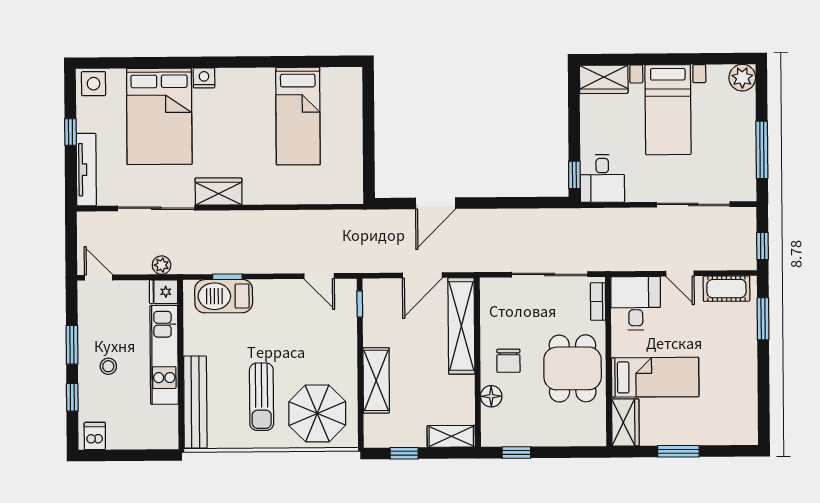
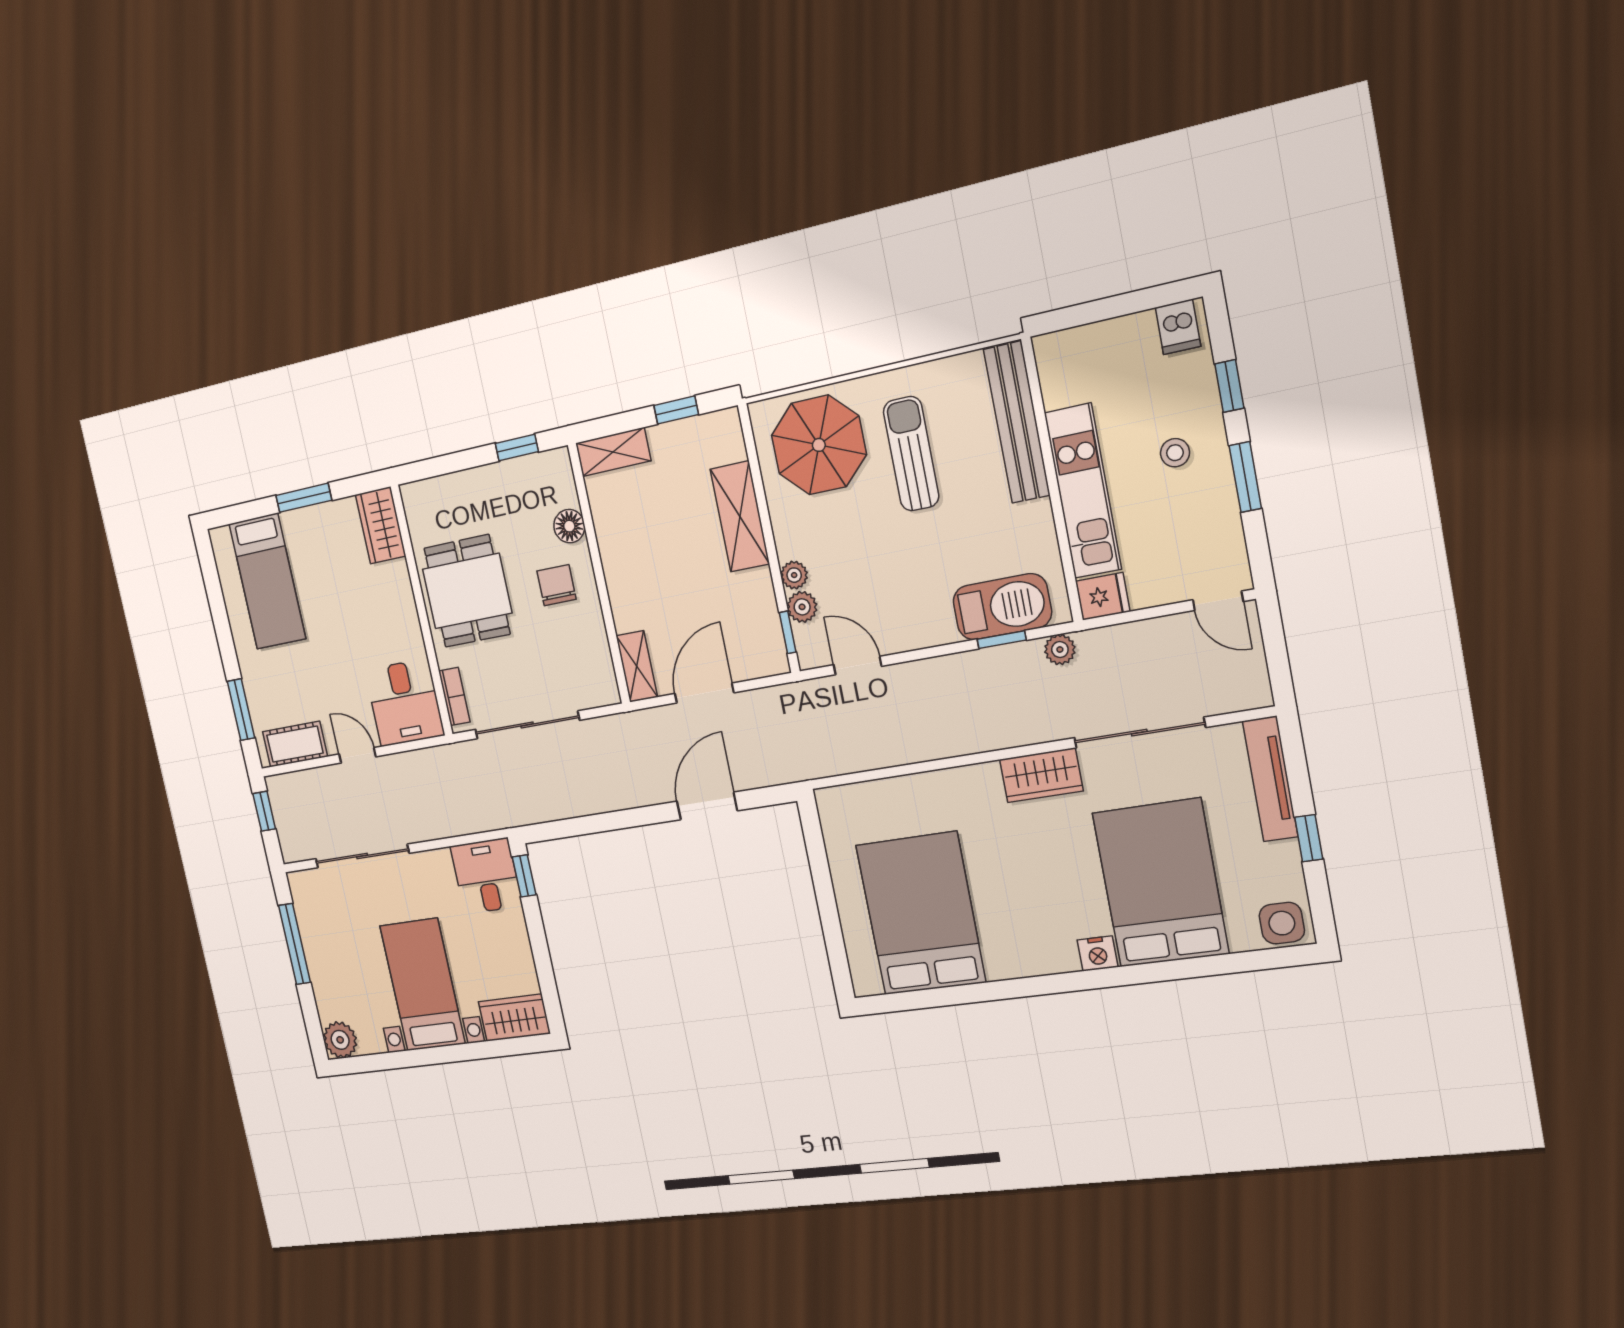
bed: (298, 116) -> (921, 914), width x1.50
plant: (162, 265) -> (1060, 650), moved
plant: (347, 318) -> (802, 607), added
shelving: (461, 326) -> (637, 666), width x0.45, depth x0.75
plant: (349, 338) -> (794, 575), added
bed: (655, 377) -> (267, 581), moved, turned -90

